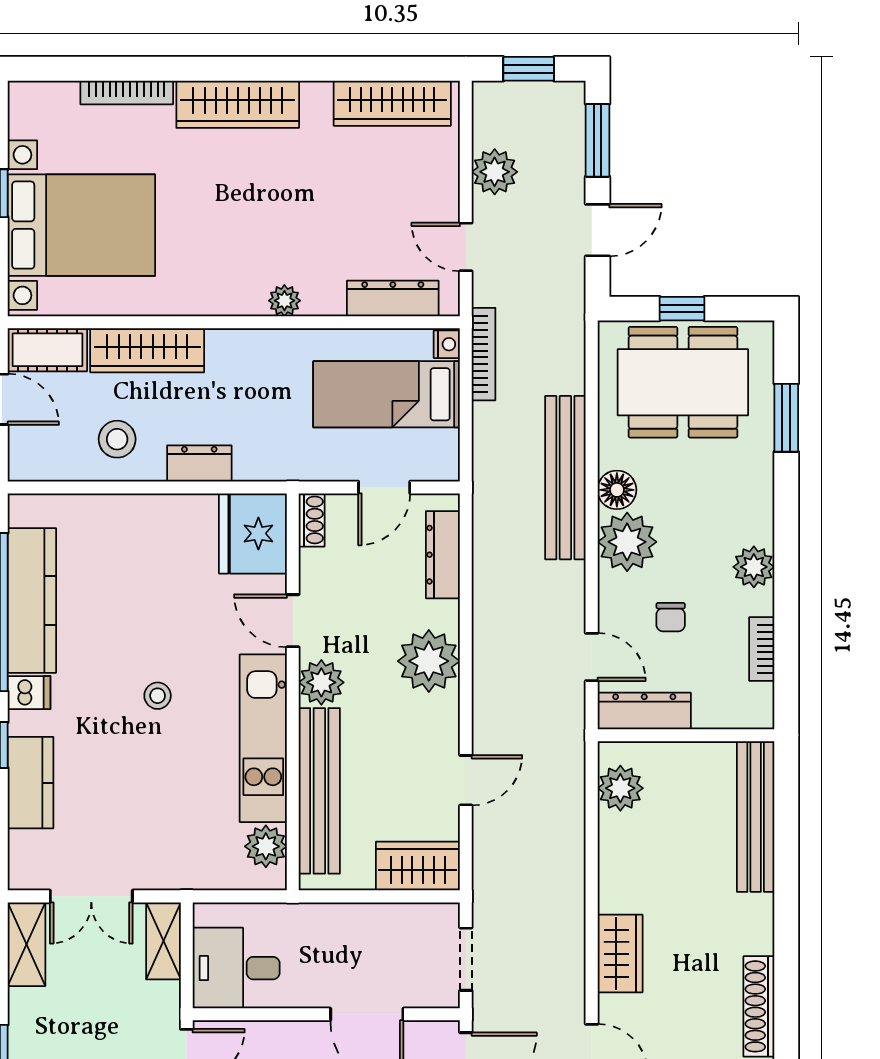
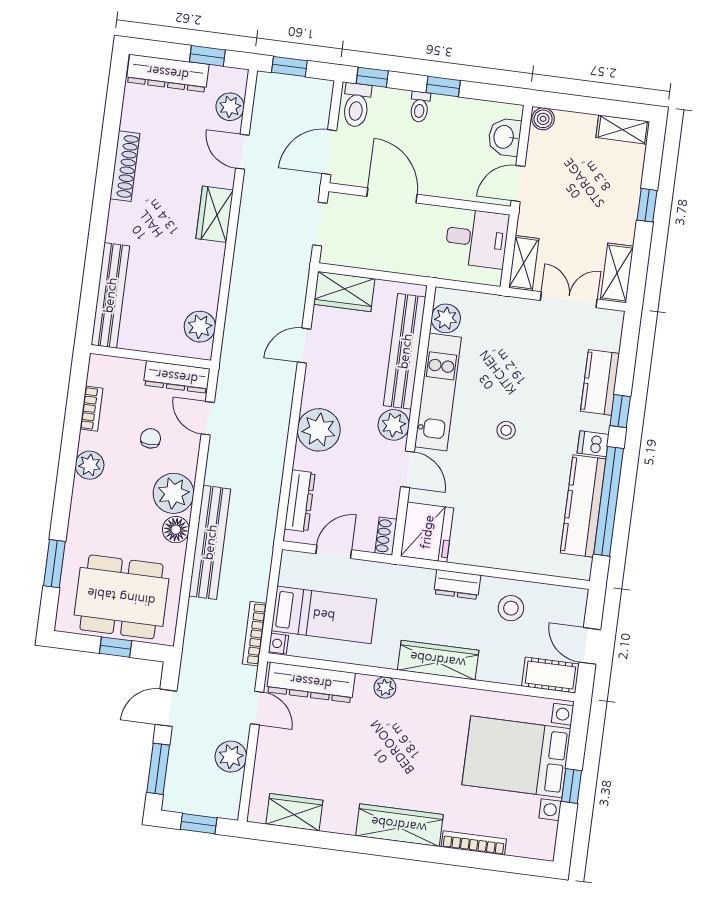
wardrobe: (392, 103) -> (294, 812), width x0.67
dresser: (393, 299) -> (311, 682), width x1.37, depth x1.24
wardrobe: (147, 350) -> (438, 660), moved

